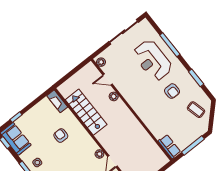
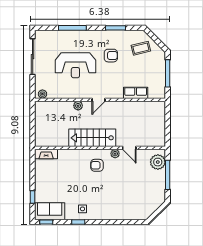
reception desk: (152, 60) -> (75, 65), moved
door: (108, 80) -> (98, 100), moved
stairs: (86, 112) -> (92, 138), moved
armchair: (61, 136) -> (97, 165), moved
row of seats: (169, 146) -> (136, 93), moved

